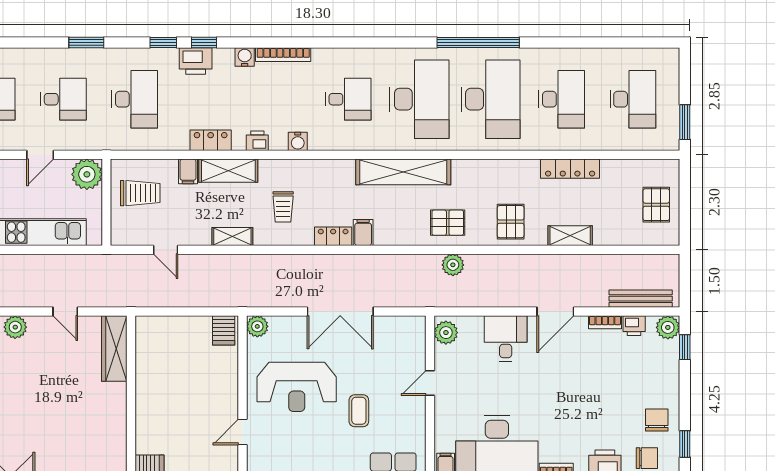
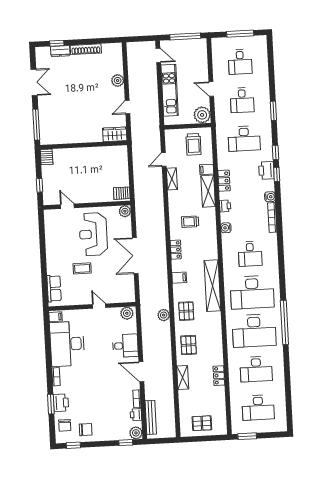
locker: (570, 169) -> (219, 376), width x0.66
pallet: (511, 222) -> (189, 345), turned 90
filing cabinet: (363, 232) -> (179, 278), moved
shelving: (232, 236) -> (172, 179), moved
wardrobe: (114, 349) -> (115, 134), width x0.67

